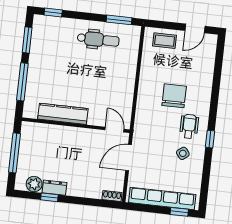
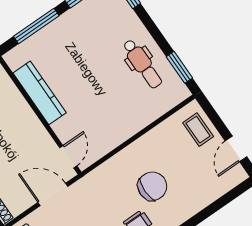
door: (195, 28) -> (236, 149), hinge flipped

